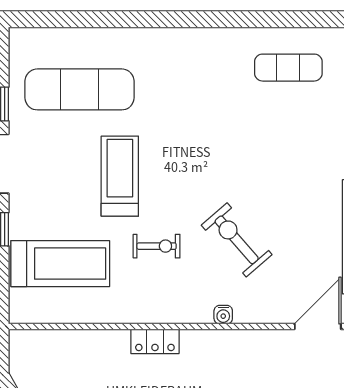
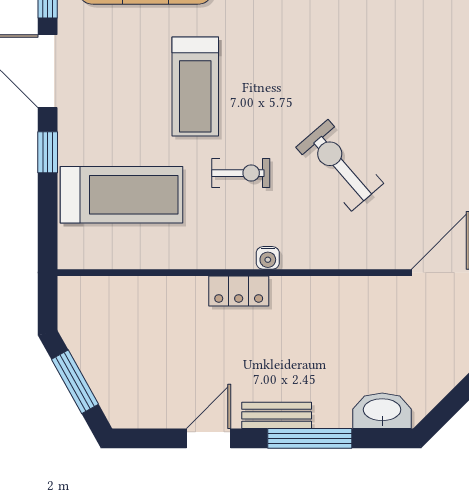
treadmill: (120, 176) -> (195, 86), turned 180
water cooler: (223, 315) -> (268, 258), moved

